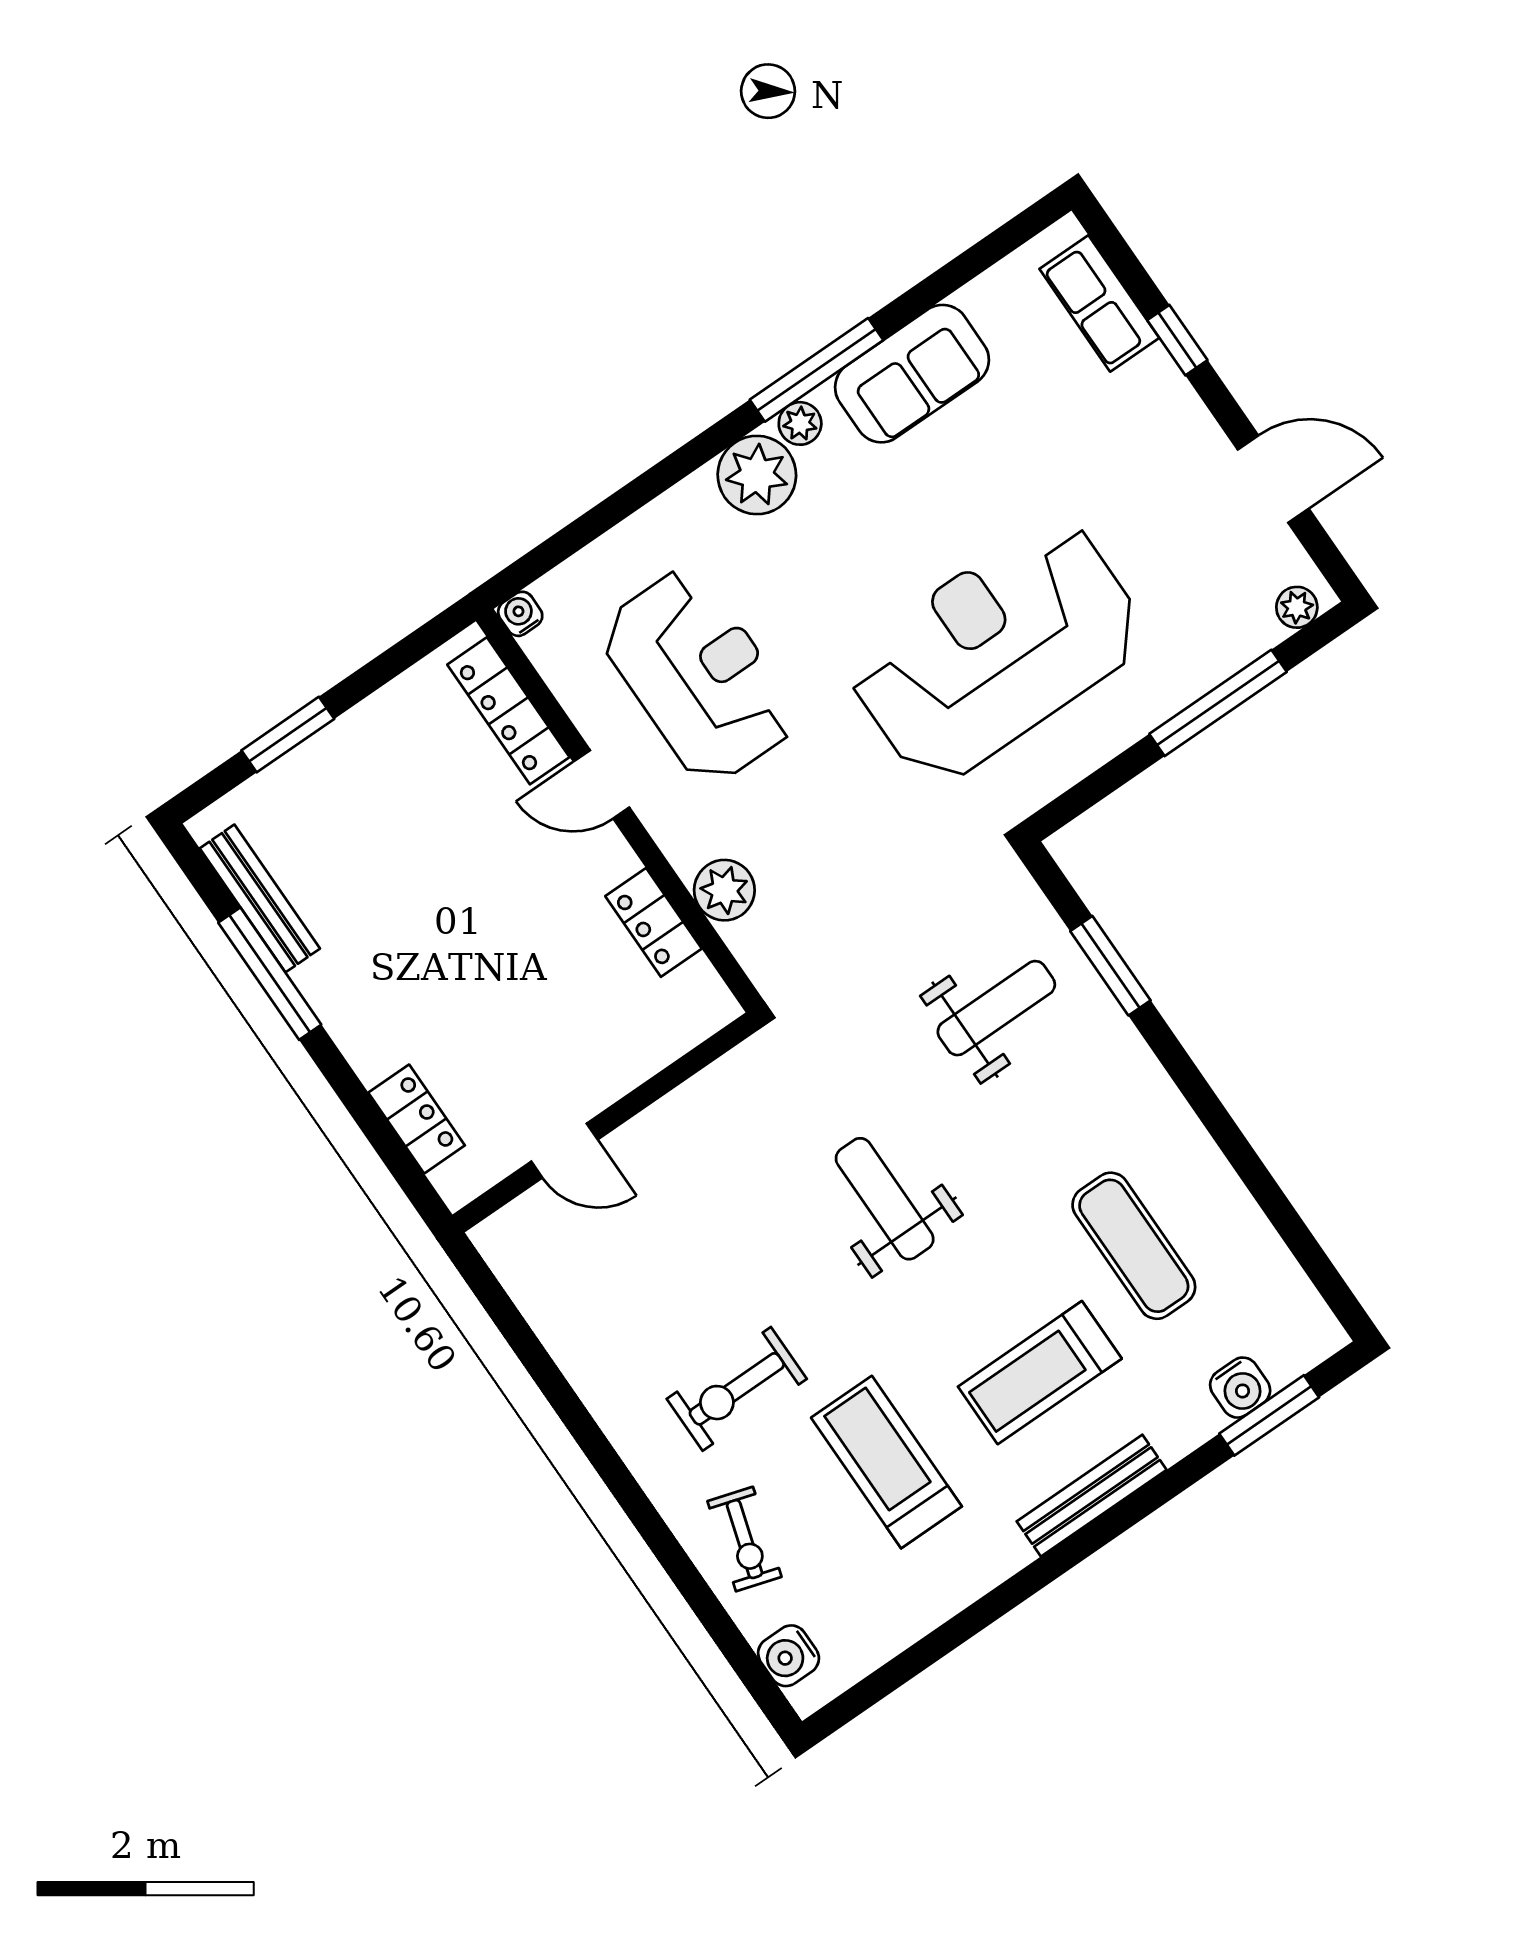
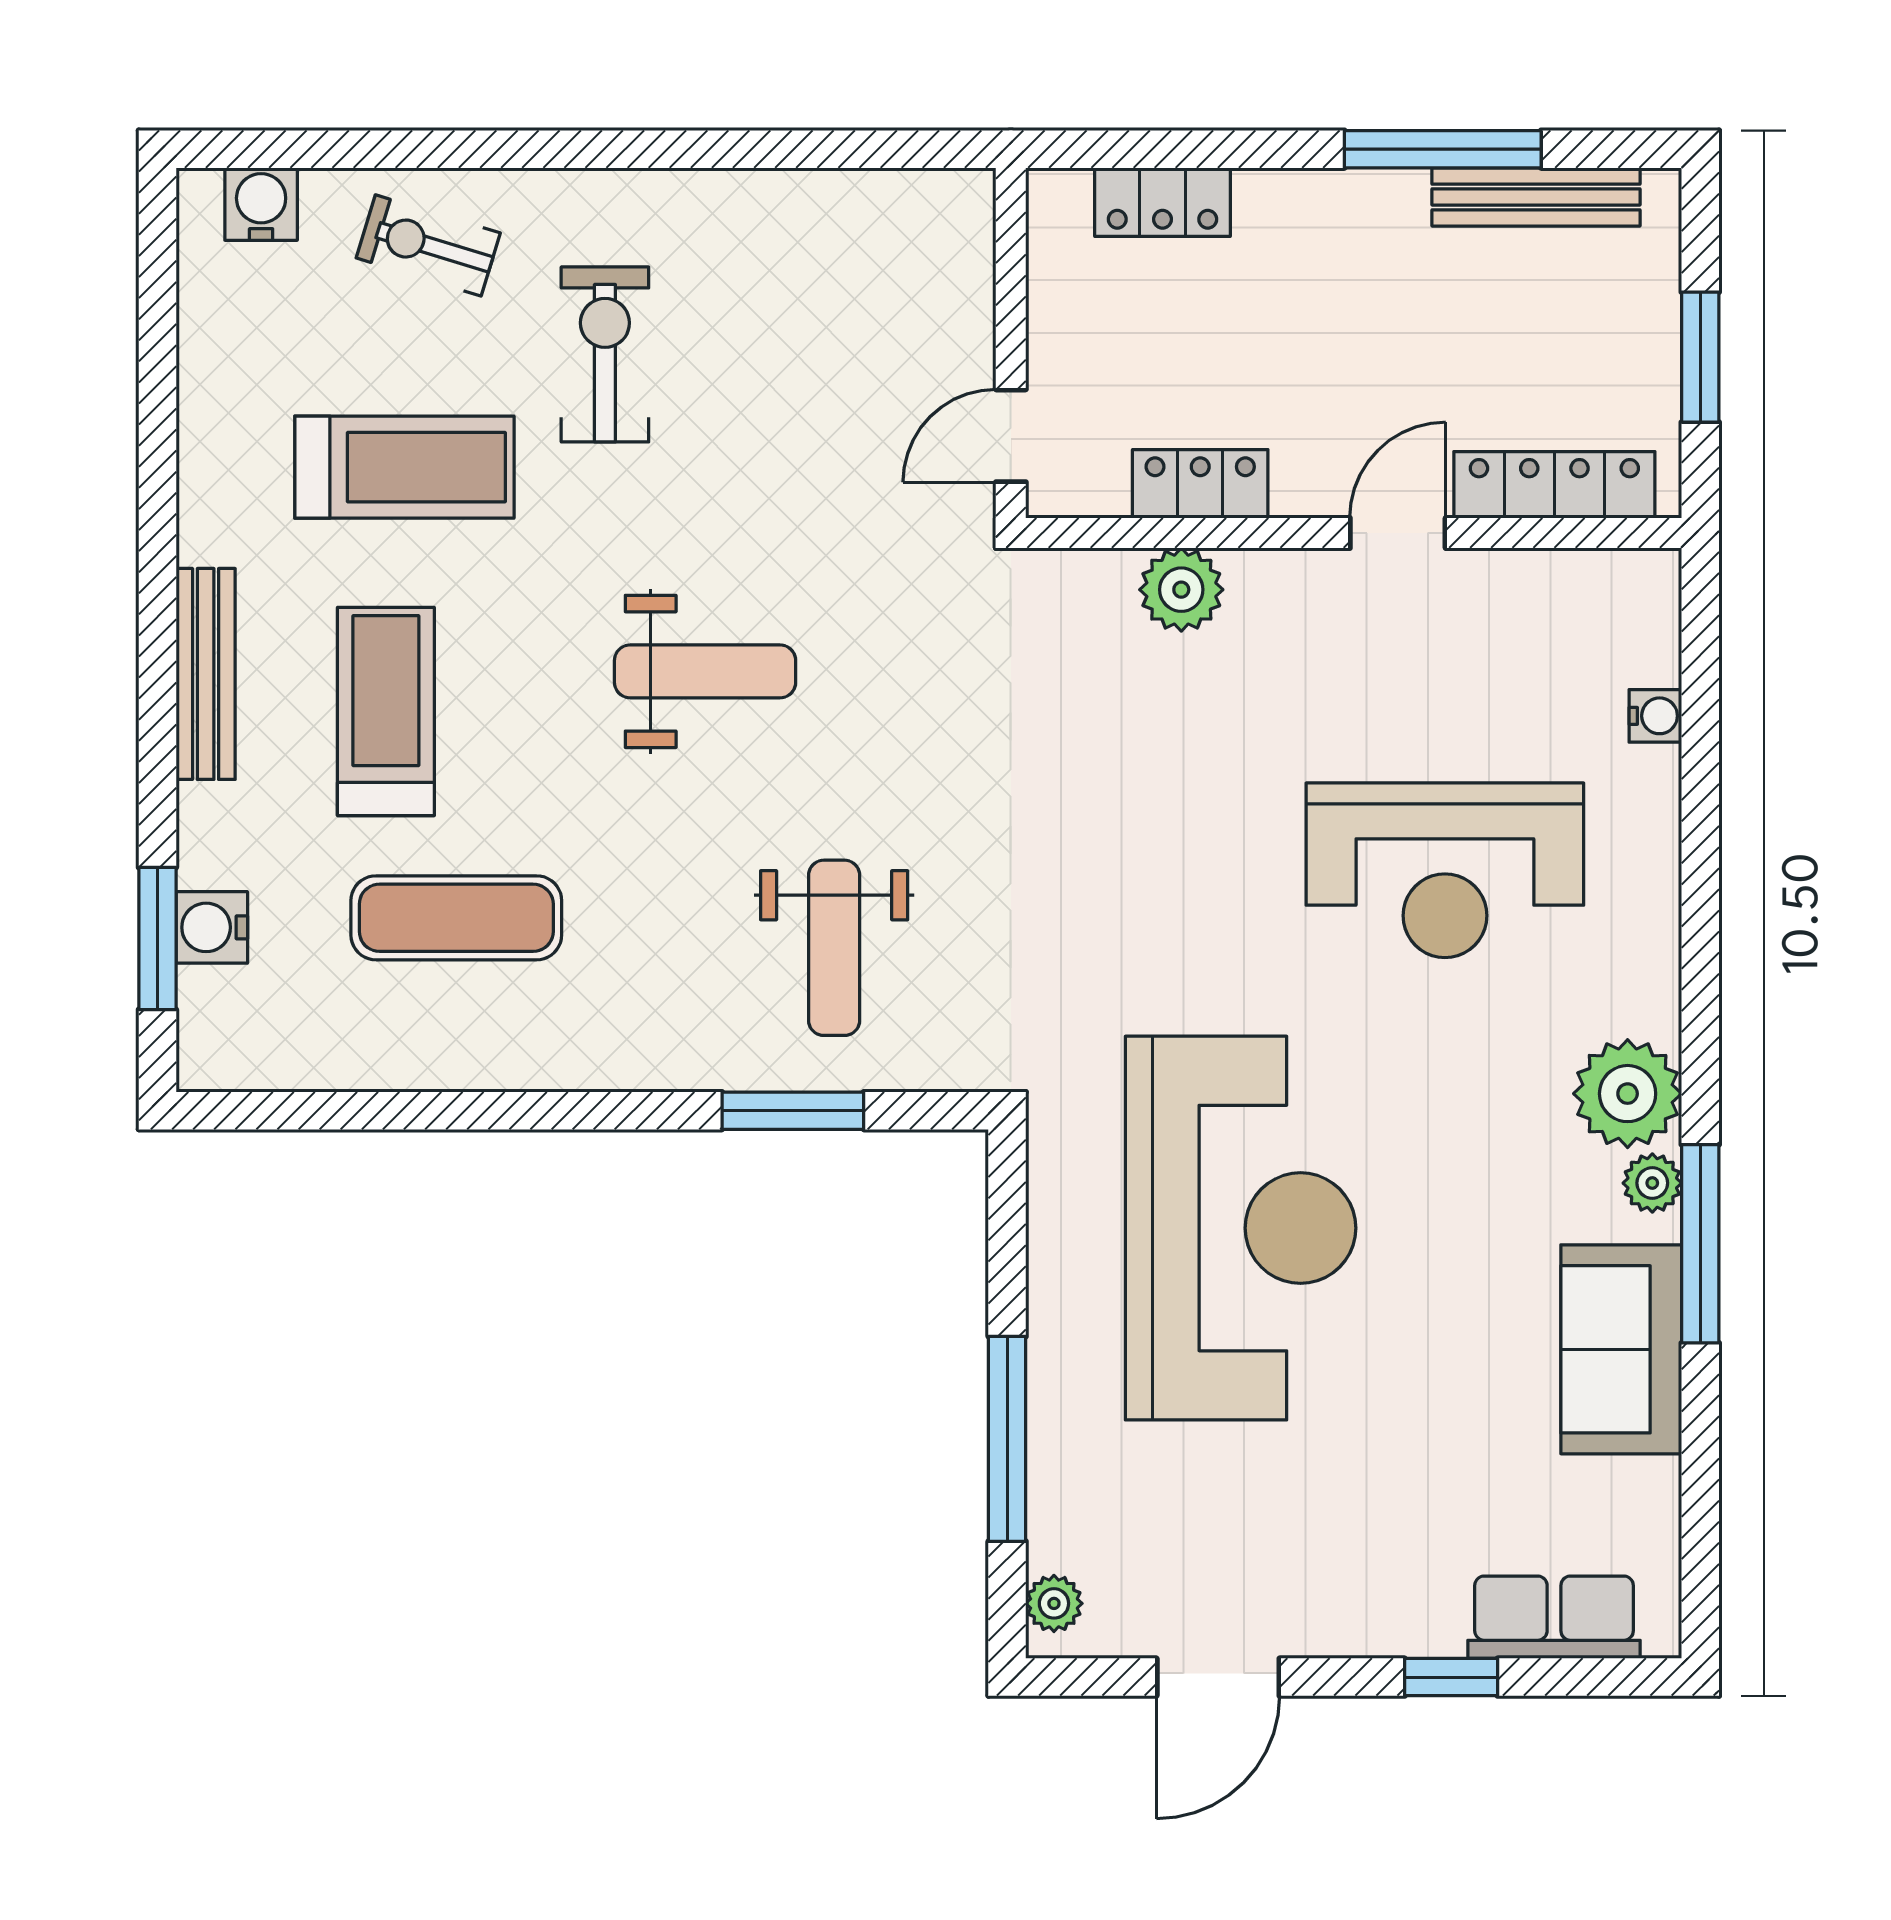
locker: (508, 711) -> (1554, 485), moved
door: (602, 784) -> (1398, 533), moved
wall: (620, 811) -> (1354, 533), moved
plant: (724, 890) -> (1181, 590), moved
locker: (654, 922) -> (1200, 484), moved
door: (564, 1151) -> (1011, 436), moved

